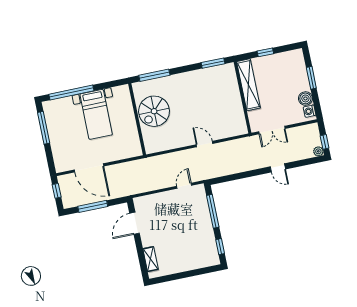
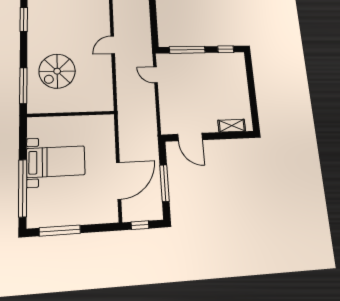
spiral stairs: (154, 111) -> (57, 71), moved, turned 90

